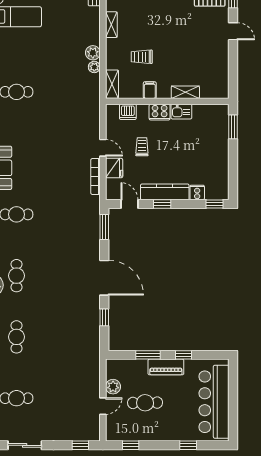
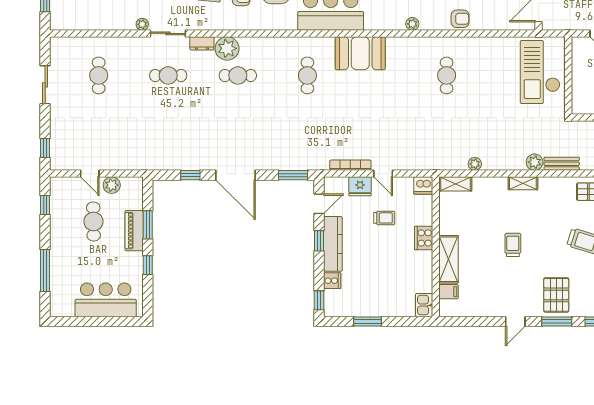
plant: (93, 53) -> (535, 162), moved
trolley: (142, 57) -> (513, 245), moved
filing cabinet: (150, 90) -> (449, 292), moved
shelving: (185, 92) -> (449, 259), width x1.50, depth x1.33
dishwasher: (128, 112) -> (423, 185), moved, turned -90
kitchen sink: (181, 112) -> (424, 305), moved
window: (233, 127) -> (367, 321), moved
door: (103, 148) -> (383, 174), hinge flipped
door: (104, 278) -> (235, 175), hinge flipped
piano: (166, 367) -> (134, 231), moved
bar counter: (214, 402) -> (106, 300), width x0.73
window: (188, 445) -> (45, 270), width x2.17

